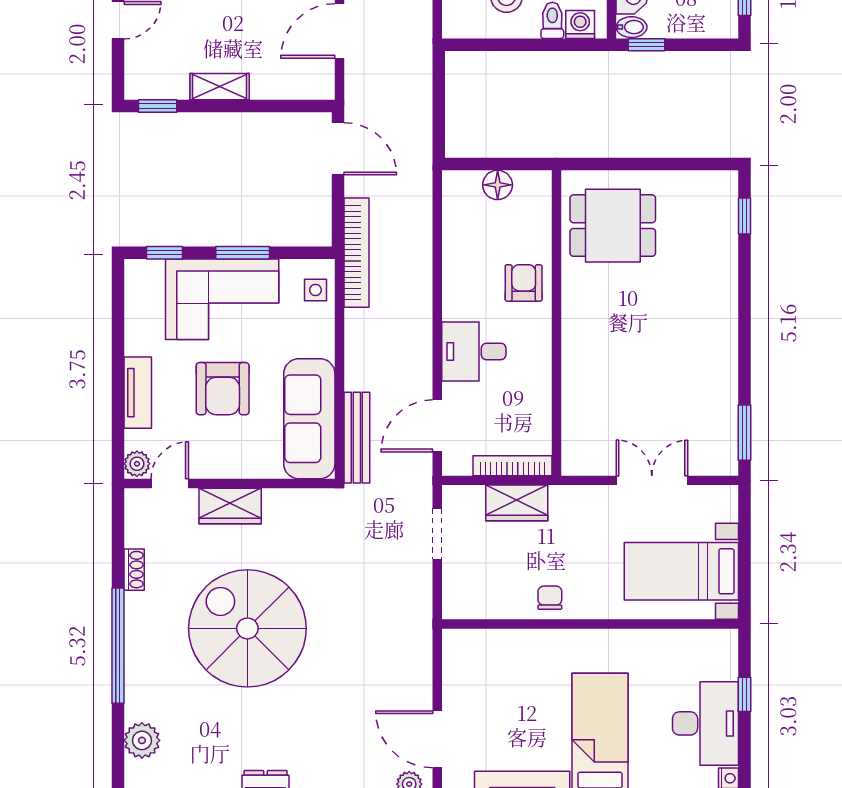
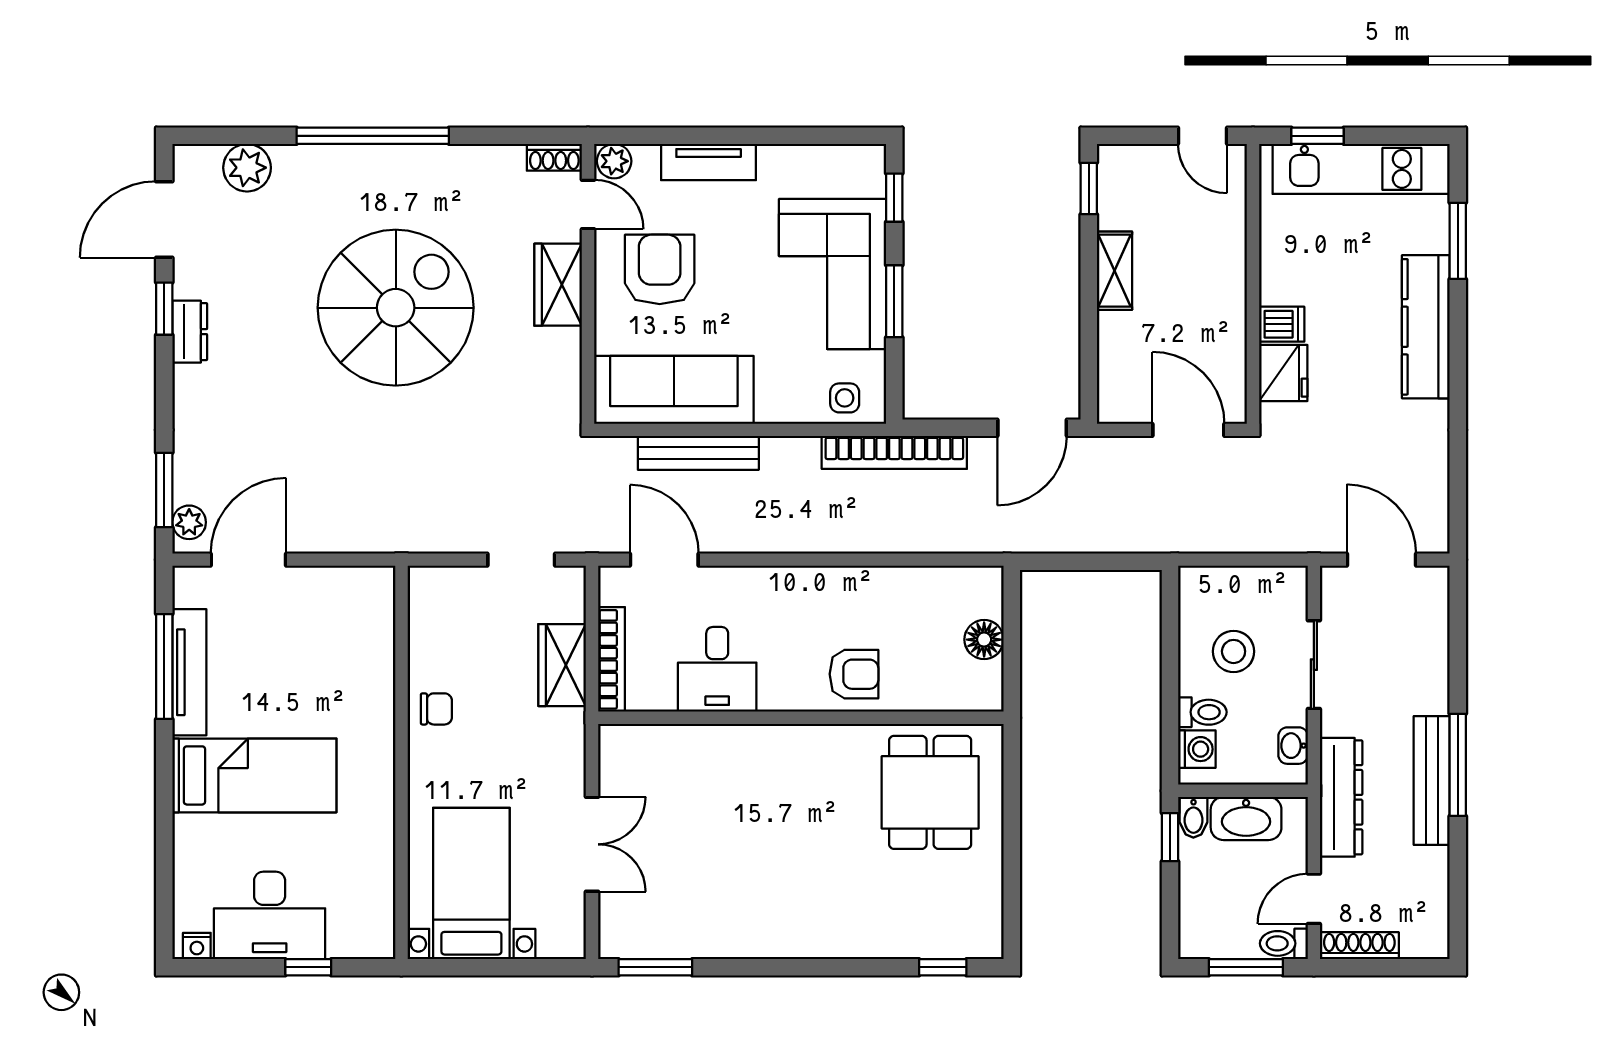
desk: (474, 351) -> (717, 669), moved, turned 180
armchair: (223, 389) -> (660, 269), moved, turned 90
bench: (357, 438) -> (698, 453), moved
shoe rack: (134, 570) -> (554, 157), moved

